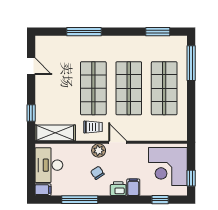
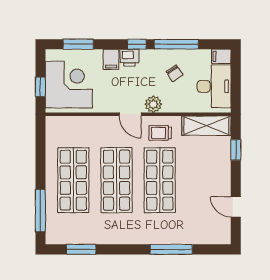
chair: (97, 173) -> (175, 73), moved
window: (191, 178) -> (40, 87), moved
window: (112, 200) -> (137, 44), added
window: (160, 200) -> (78, 44), width x1.50

